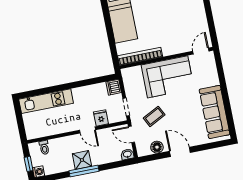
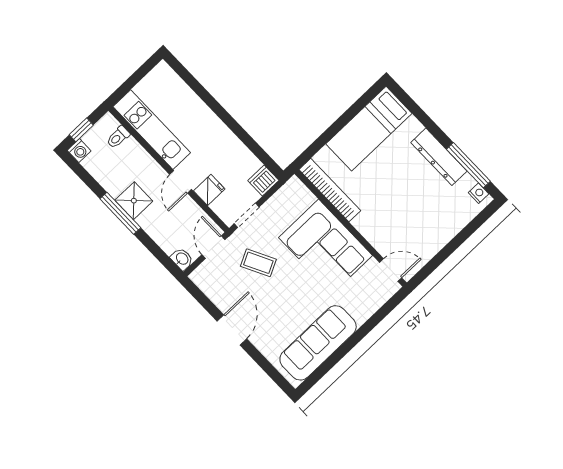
kitchen unit: (46, 101) -> (152, 130), moved, turned 180
floor lamp: (157, 147) -> (218, 294), removed

